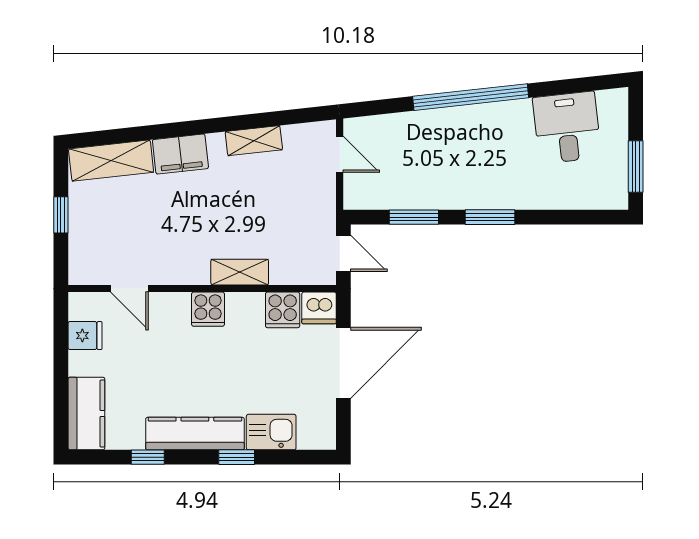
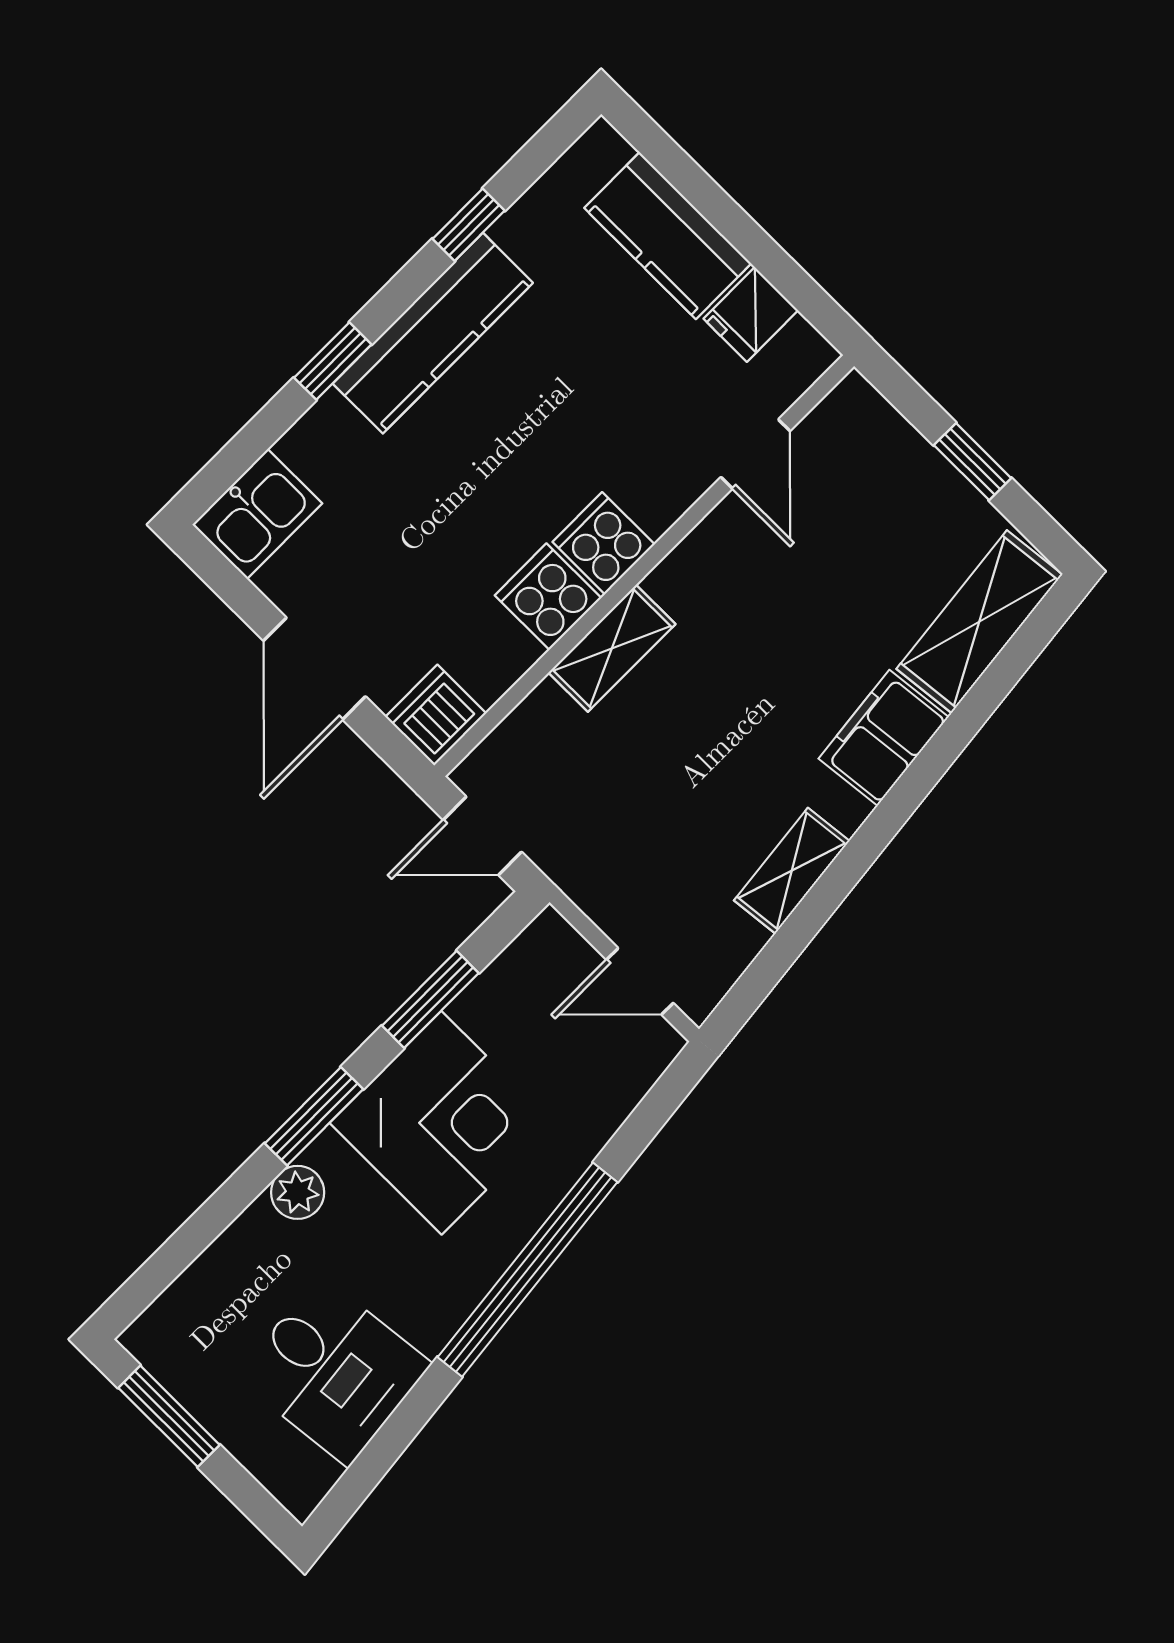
corner desk: (451, 173) -> (441, 1123), added
plant: (520, 198) -> (298, 1192), added
door: (129, 288) -> (755, 454), swing flipped
cooker: (283, 310) -> (548, 597), moved
door: (343, 363) -> (314, 669), width x0.73
kitchen counter: (86, 414) -> (668, 236), moved
kitchen sink: (271, 432) -> (257, 514), moved

